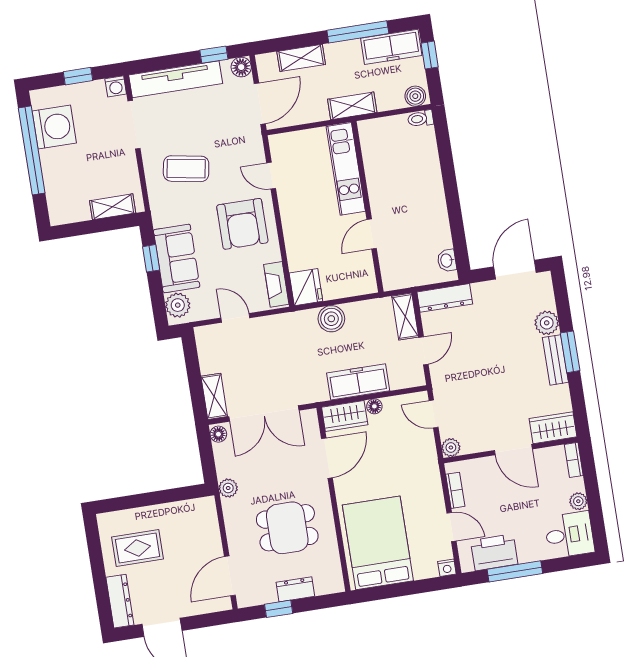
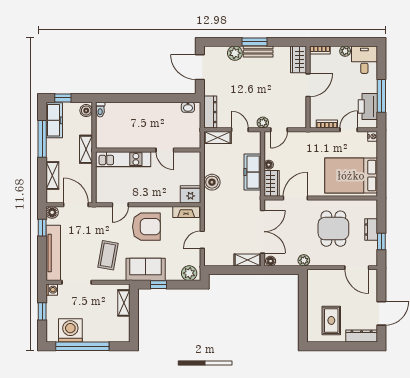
sofa: (177, 258) -> (146, 269), moved
plant: (451, 448) -> (263, 123), moved
door: (327, 458) -> (295, 198), hinge flipped

